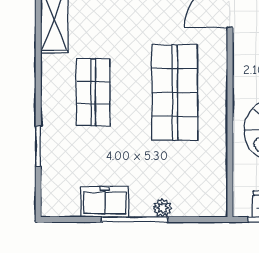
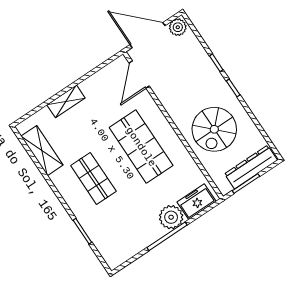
freezer: (105, 202) -> (196, 202), moved
plant: (162, 208) -> (171, 217), width x1.88, depth x1.88

